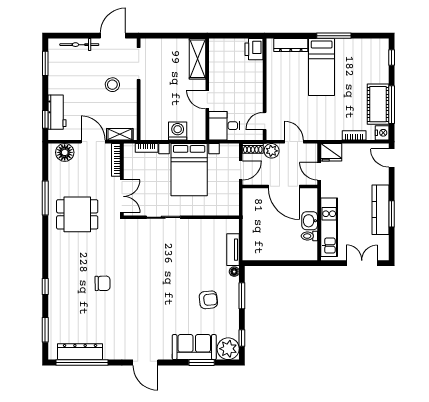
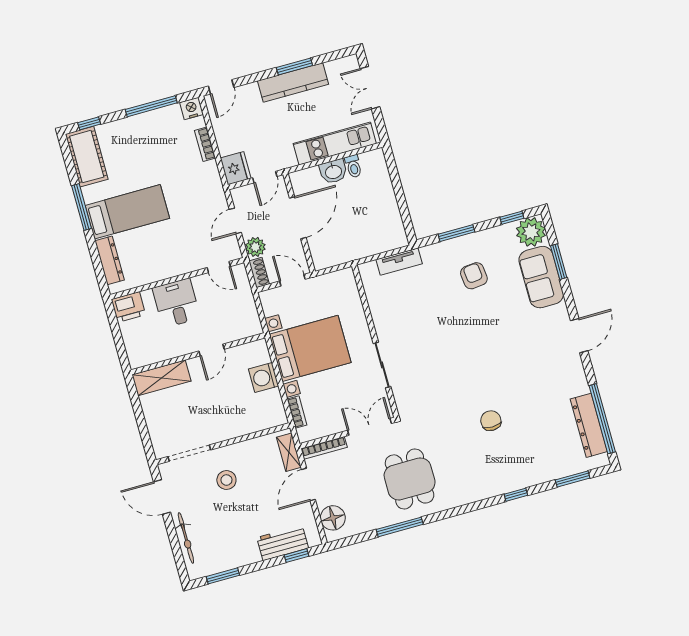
cot: (378, 104) -> (87, 157), moved, turned 90
desk: (224, 126) -> (176, 303), moved, turned 180
floor lamp: (234, 272) -> (427, 252), removed

